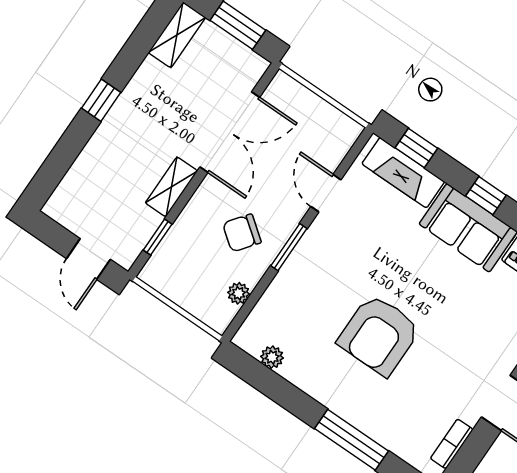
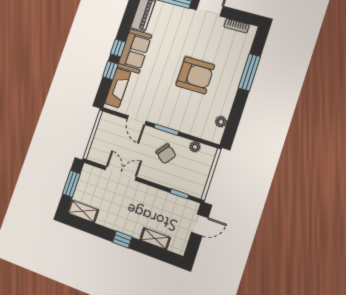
double door: (230, 132) -> (121, 173), width x0.73
window: (416, 148) -> (110, 70), moved
shelving: (171, 187) -> (155, 239), moved
door: (326, 193) -> (137, 120), hinge flipped

